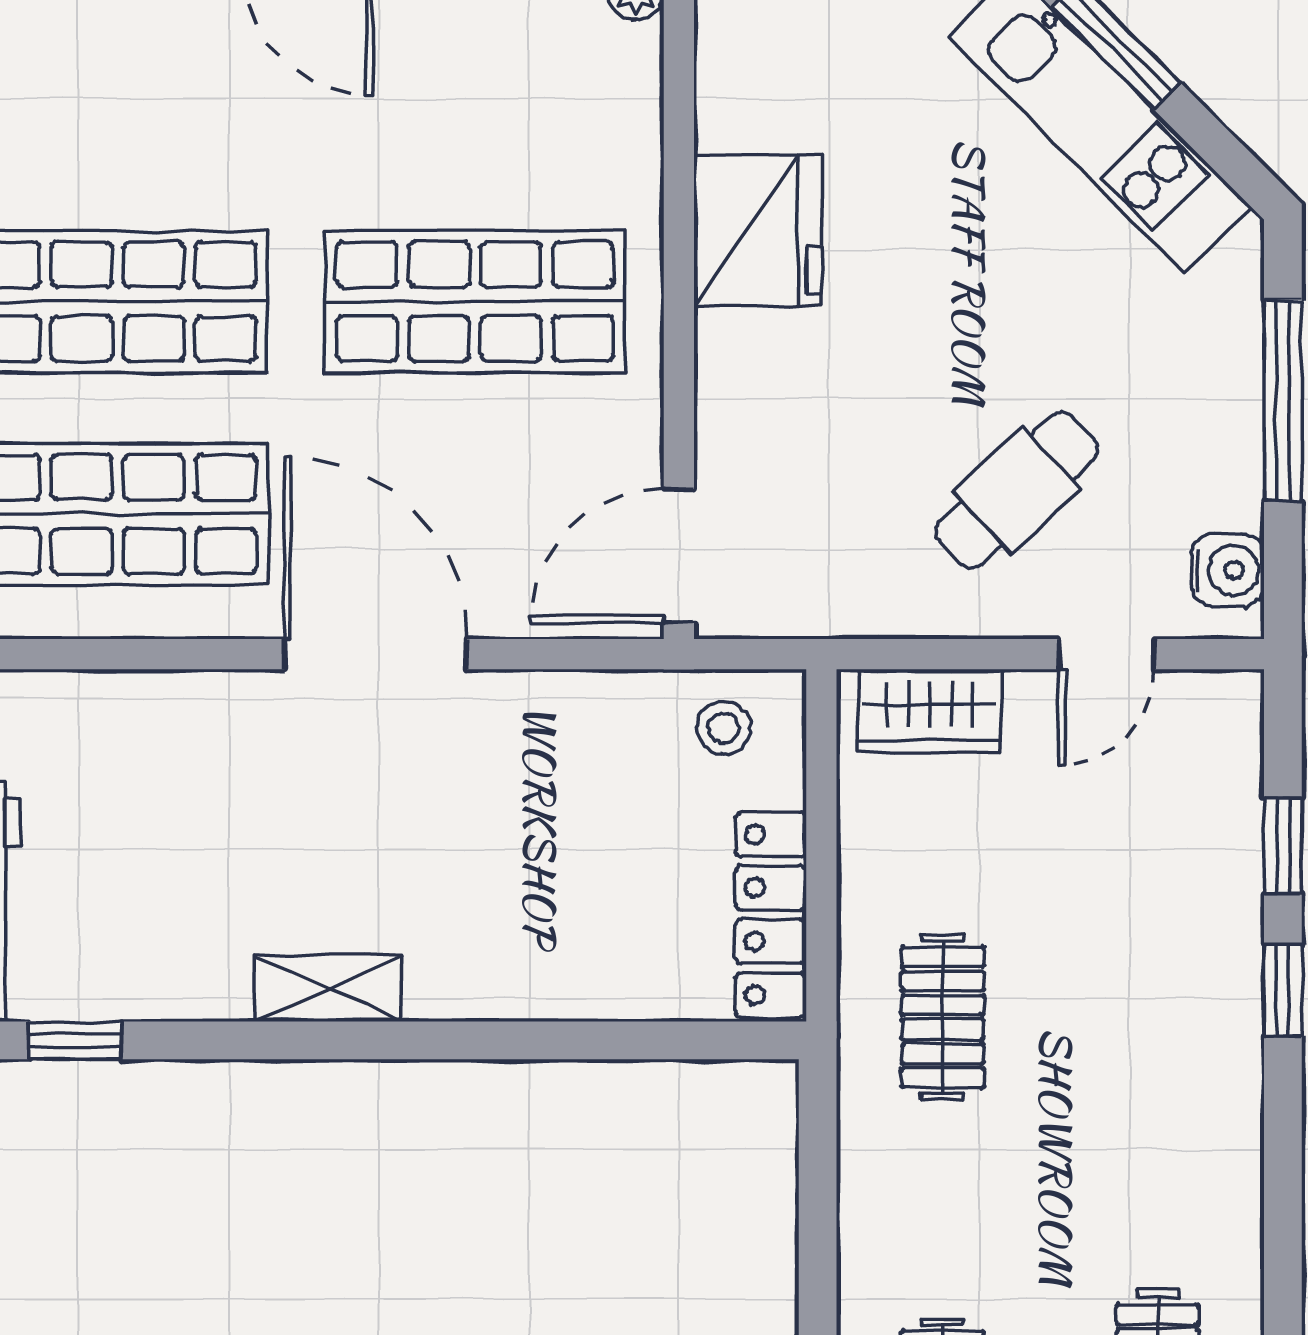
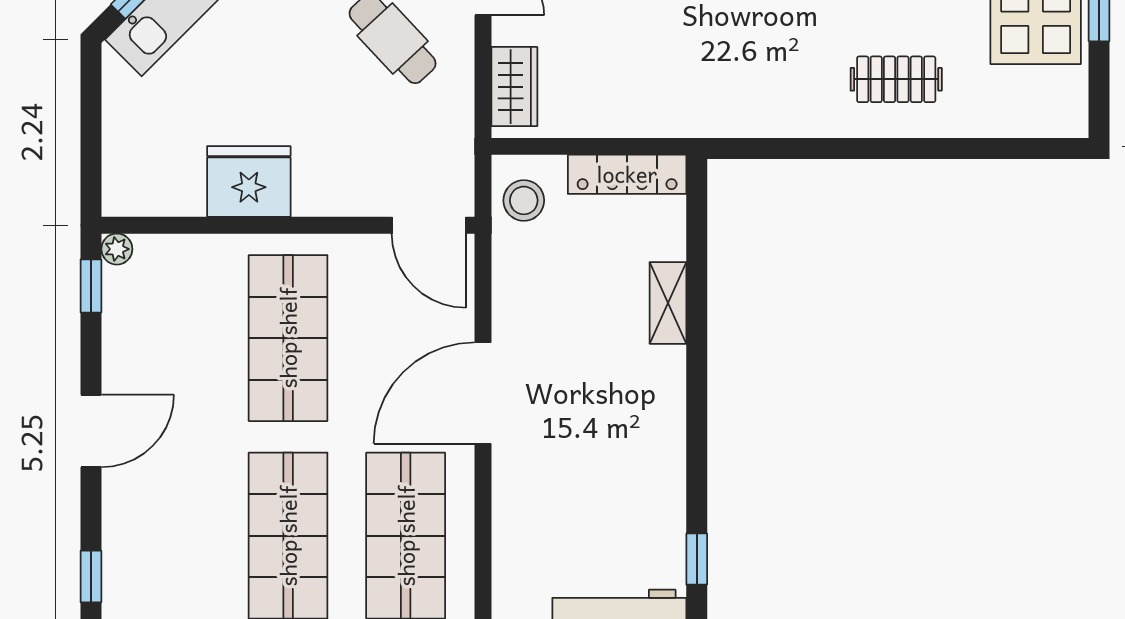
stool: (724, 728) -> (524, 200), width x1.37, depth x1.37
shelving: (329, 988) -> (668, 303), moved
clothes rail: (943, 1017) -> (684, 79), removed

